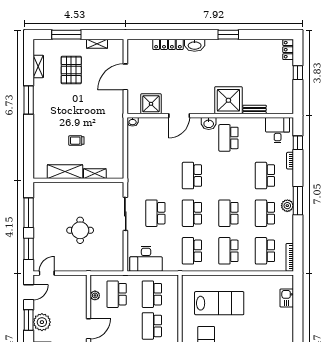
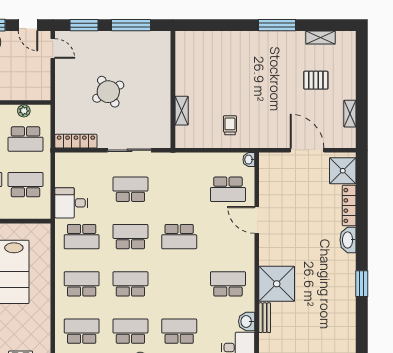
window: (66, 35) -> (362, 74), removed
pallet: (71, 70) -> (316, 80), width x0.67, depth x0.71
shower: (151, 104) -> (343, 171), moved
washbasin: (209, 123) -> (247, 321), moved
school desk: (155, 138) -> (228, 189), added
trolley: (76, 141) -> (230, 125), moved
shelving: (65, 172) -> (184, 72), removed
school desk: (192, 176) -> (179, 237), turned 180
round table: (80, 230) -> (108, 92), turned -30
school desk: (192, 251) -> (82, 237), turned 180
locker: (118, 255) -> (76, 141), added
desk: (146, 259) -> (71, 203), moved, width x0.73
school desk: (117, 294) -> (26, 139), turned 180

